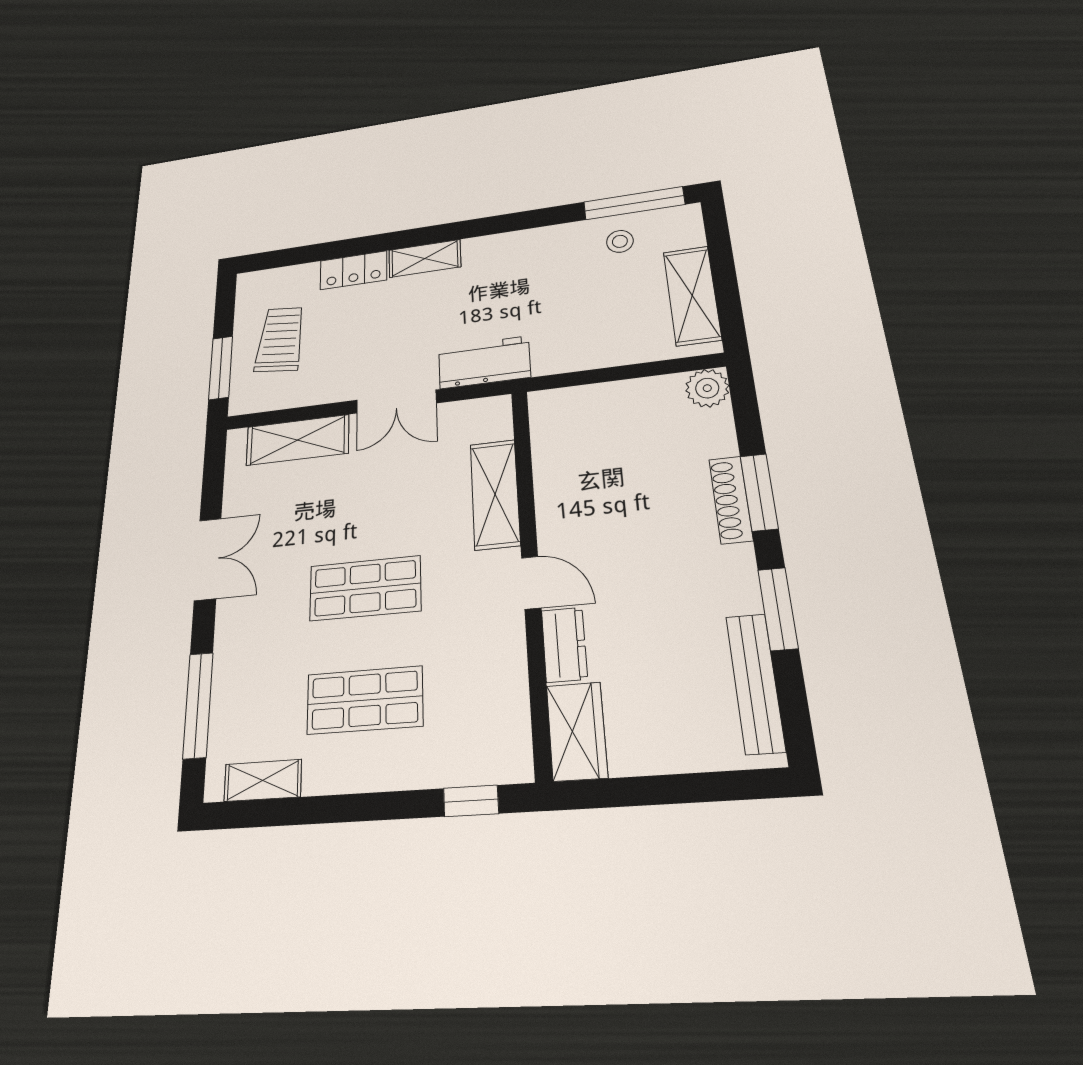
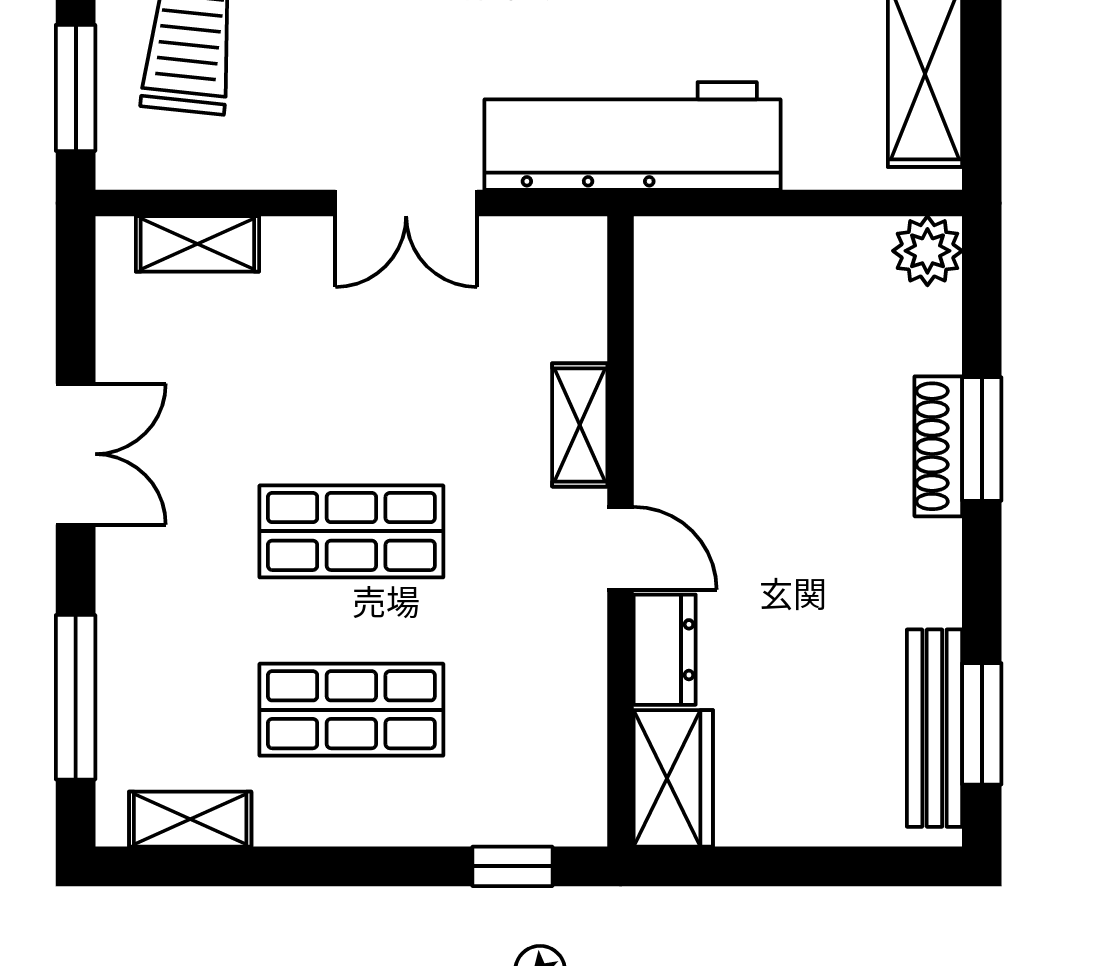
workbench: (484, 362) -> (632, 136), width x1.88, depth x1.32
shelving: (297, 440) -> (197, 244), width x0.67, depth x0.75
shelving: (495, 494) -> (580, 425), width x0.67, depth x0.75
window: (778, 609) -> (982, 724), moved

